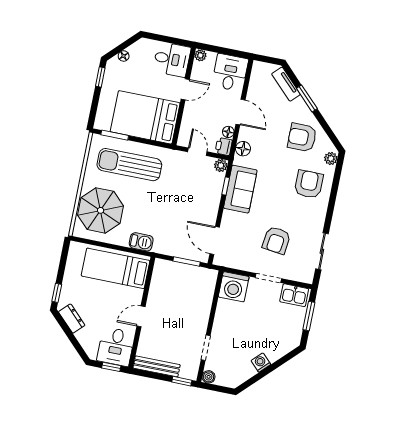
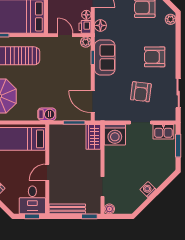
armchair: (309, 184) -> (155, 57), moved, turned -90
barbecue: (141, 242) -> (47, 114), moved
wardrobe: (207, 284) -> (93, 137), added

